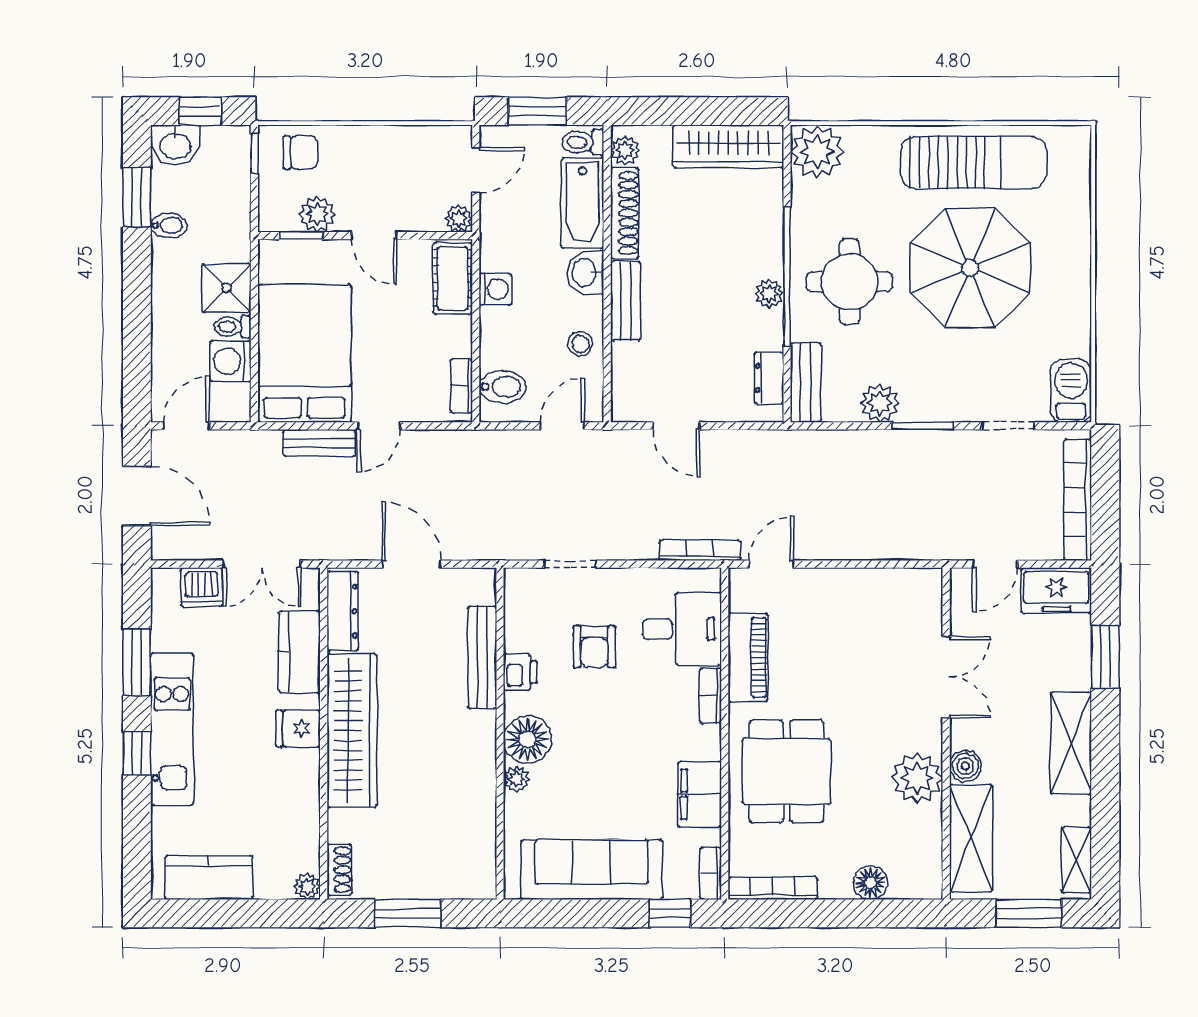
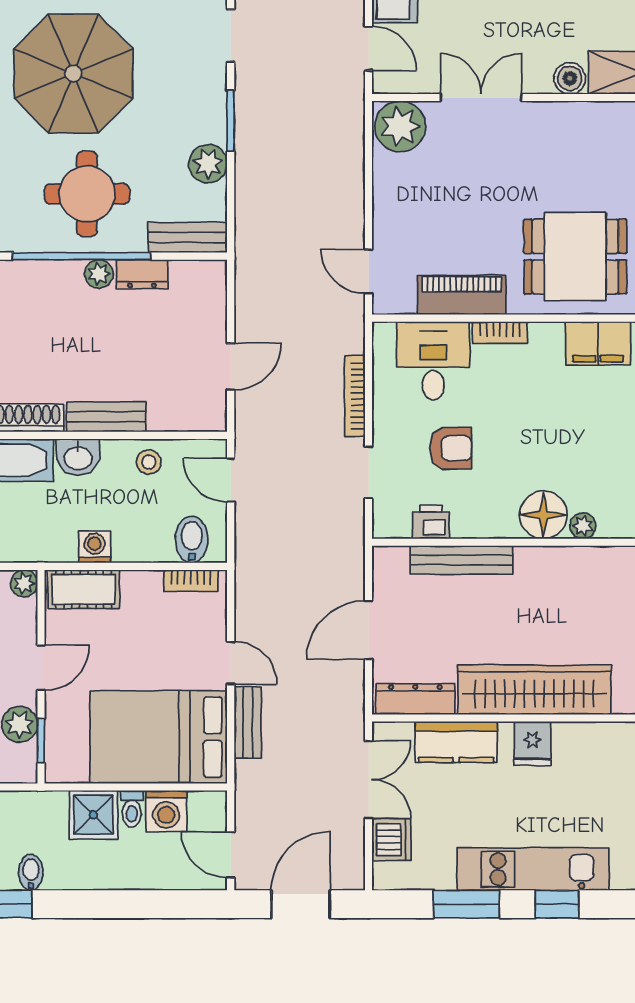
dresser: (769, 378) -> (142, 274), moved
bookcase: (700, 550) -> (355, 396), moved
printer: (520, 672) -> (431, 522), moved
plant: (917, 778) -> (400, 126), moved

